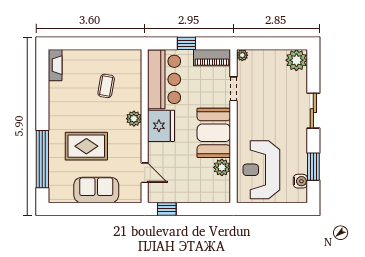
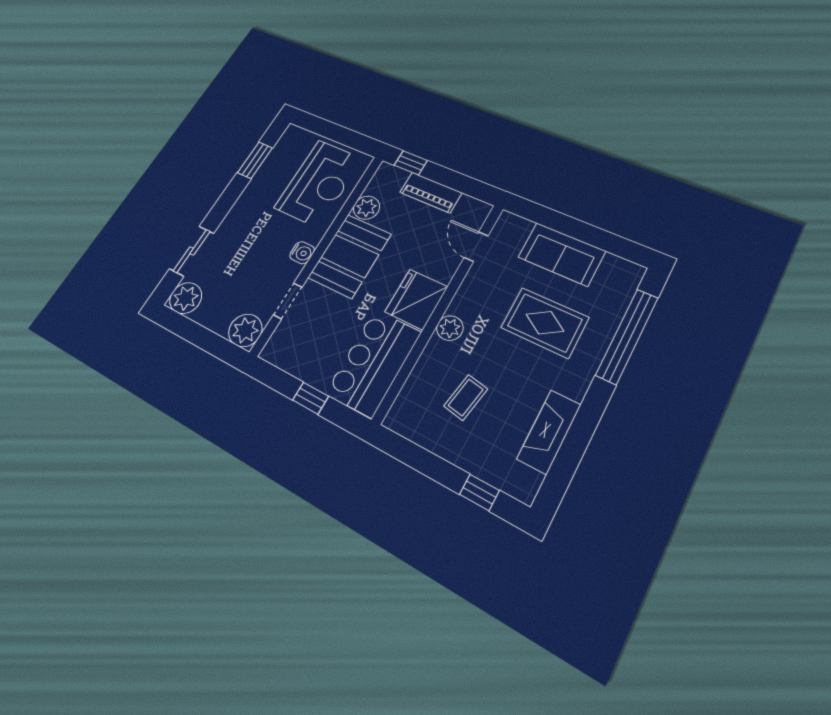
window: (75, 43) -> (479, 492), added
plant: (242, 55) -> (245, 330), width x1.87, depth x1.87
piano: (212, 58) -> (431, 192), moved, turned 180
fireplace: (55, 65) -> (549, 432), moved, width x1.37, depth x1.32
sliding door: (313, 111) -> (192, 251), moved
water cooler: (300, 181) -> (302, 253), moved, turned 180
window: (167, 209) -> (411, 163), moved

